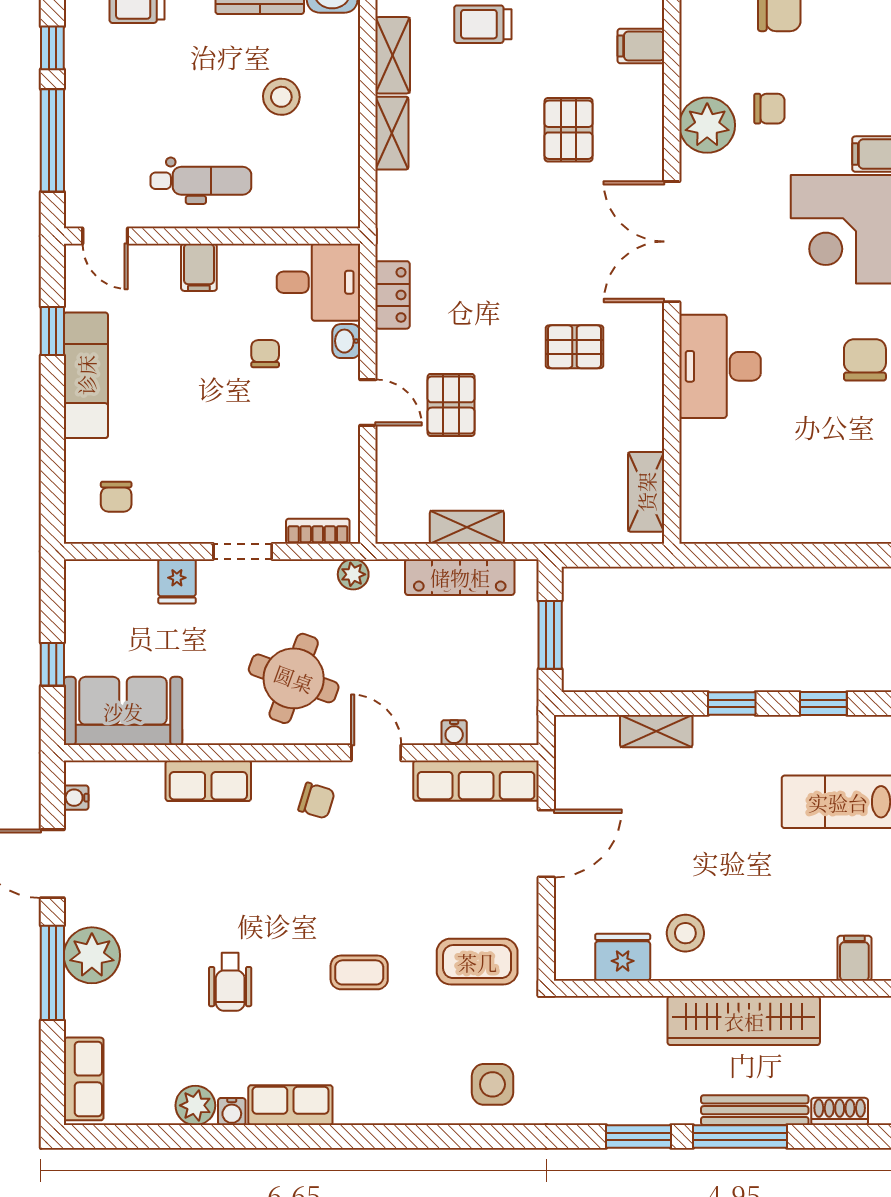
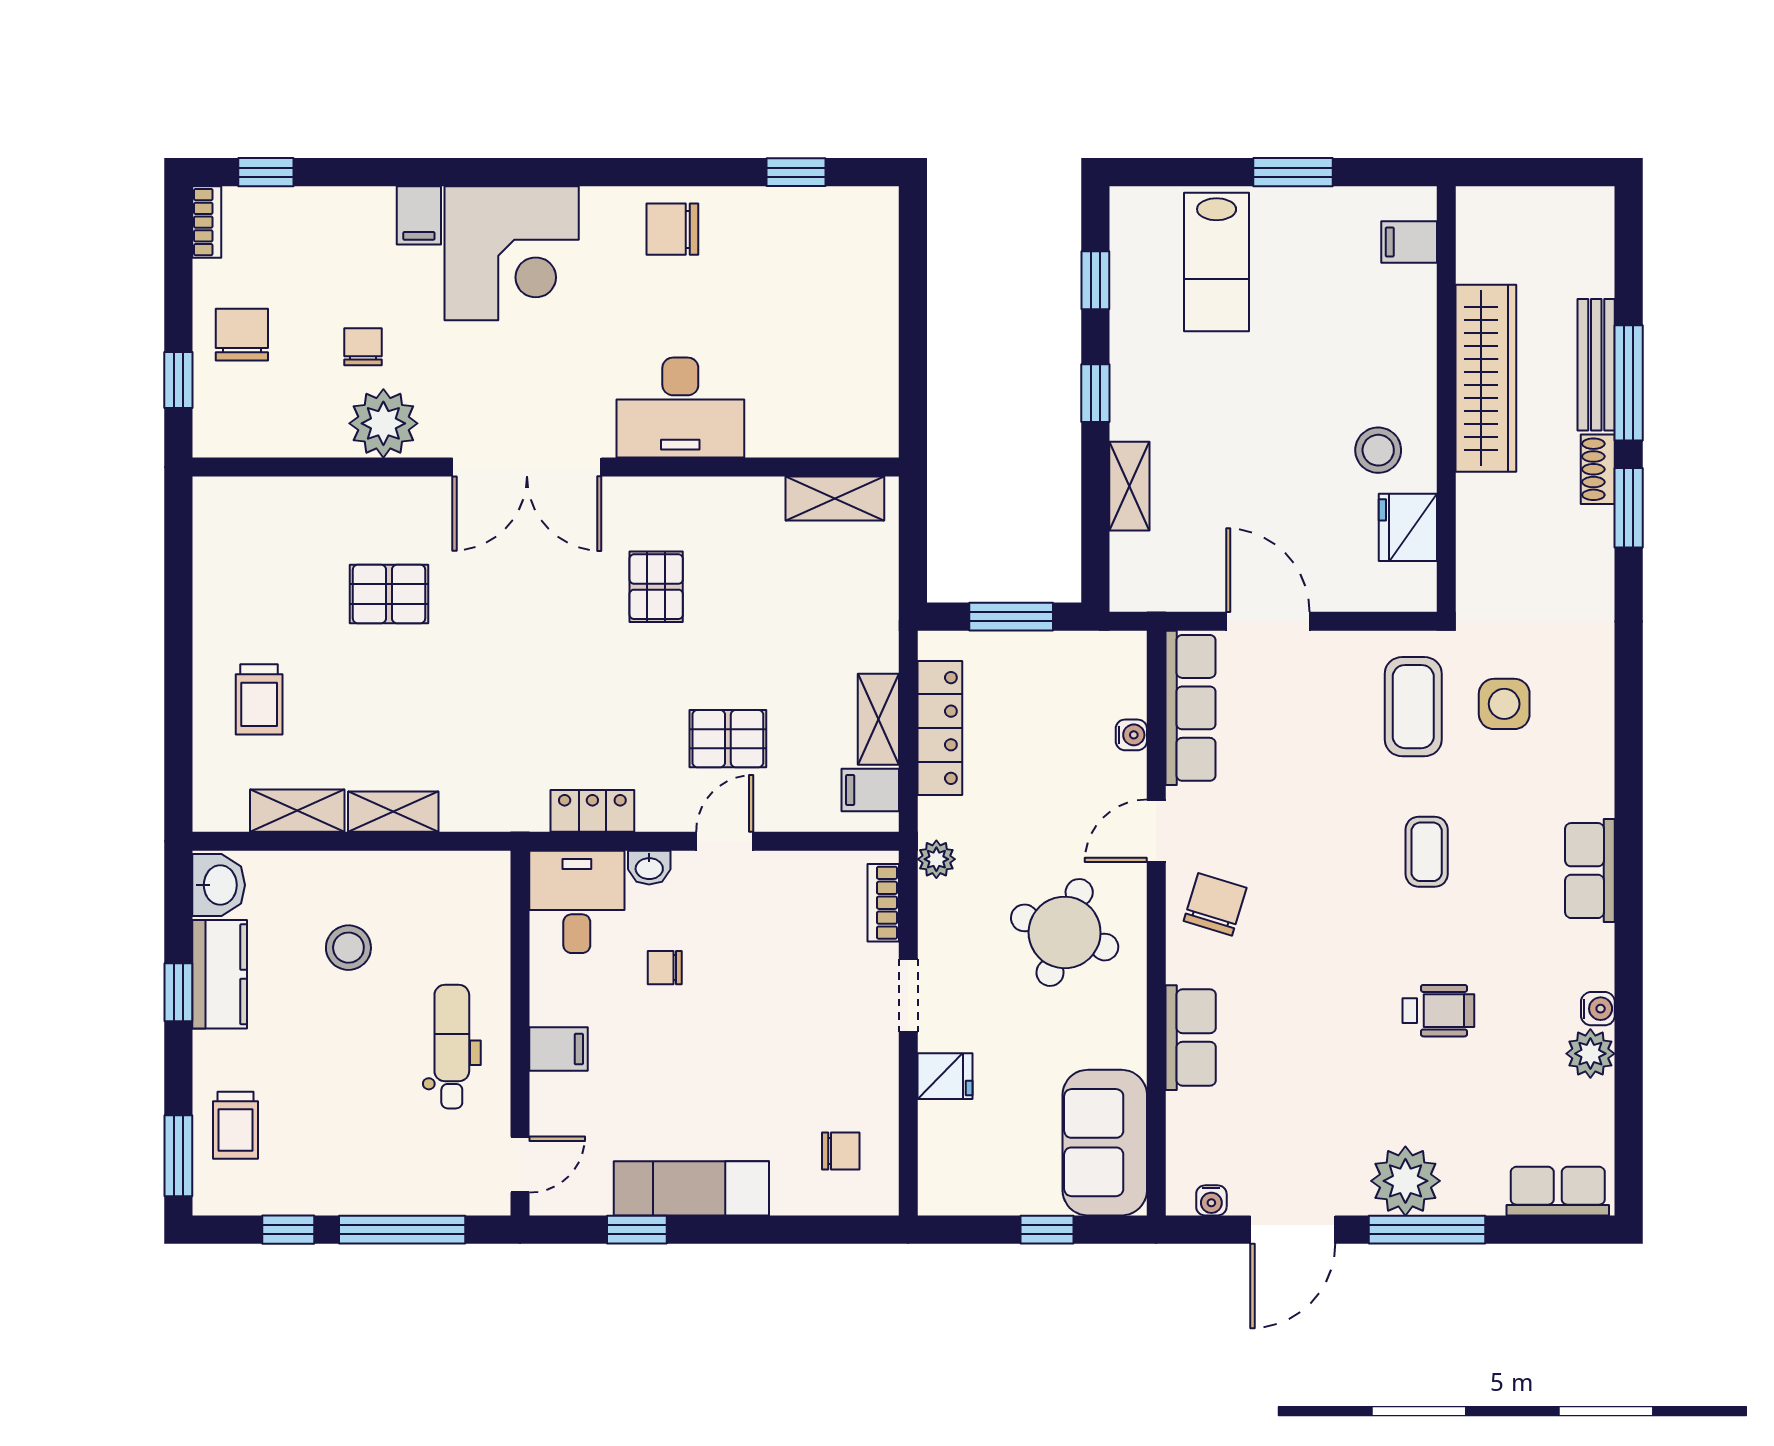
filing cabinet: (641, 46) -> (870, 790), moved, turned 90
chair: (316, 801) -> (1215, 904), width x1.37, depth x1.37
side table: (492, 1084) -> (1504, 704), moved
row of seats: (290, 1105) -> (1590, 871), moved
shoe rack: (840, 1111) -> (1598, 469), moved

